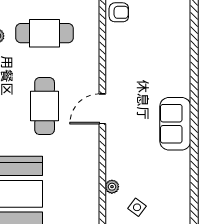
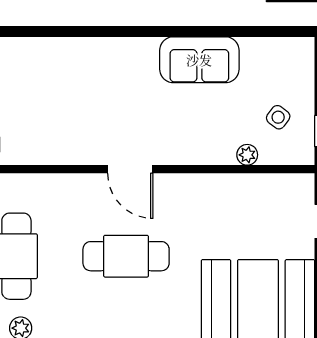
sofa: (175, 124) -> (199, 60), moved

